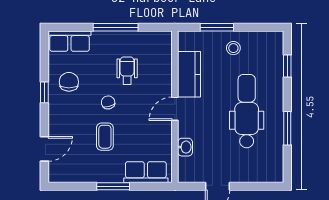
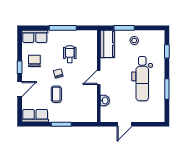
kitchen counter: (189, 74) -> (107, 44), moved
dental chair: (247, 111) -> (142, 79), turned 180
door: (44, 149) -> (20, 89), moved
row of seats: (146, 172) -> (35, 116), moved

